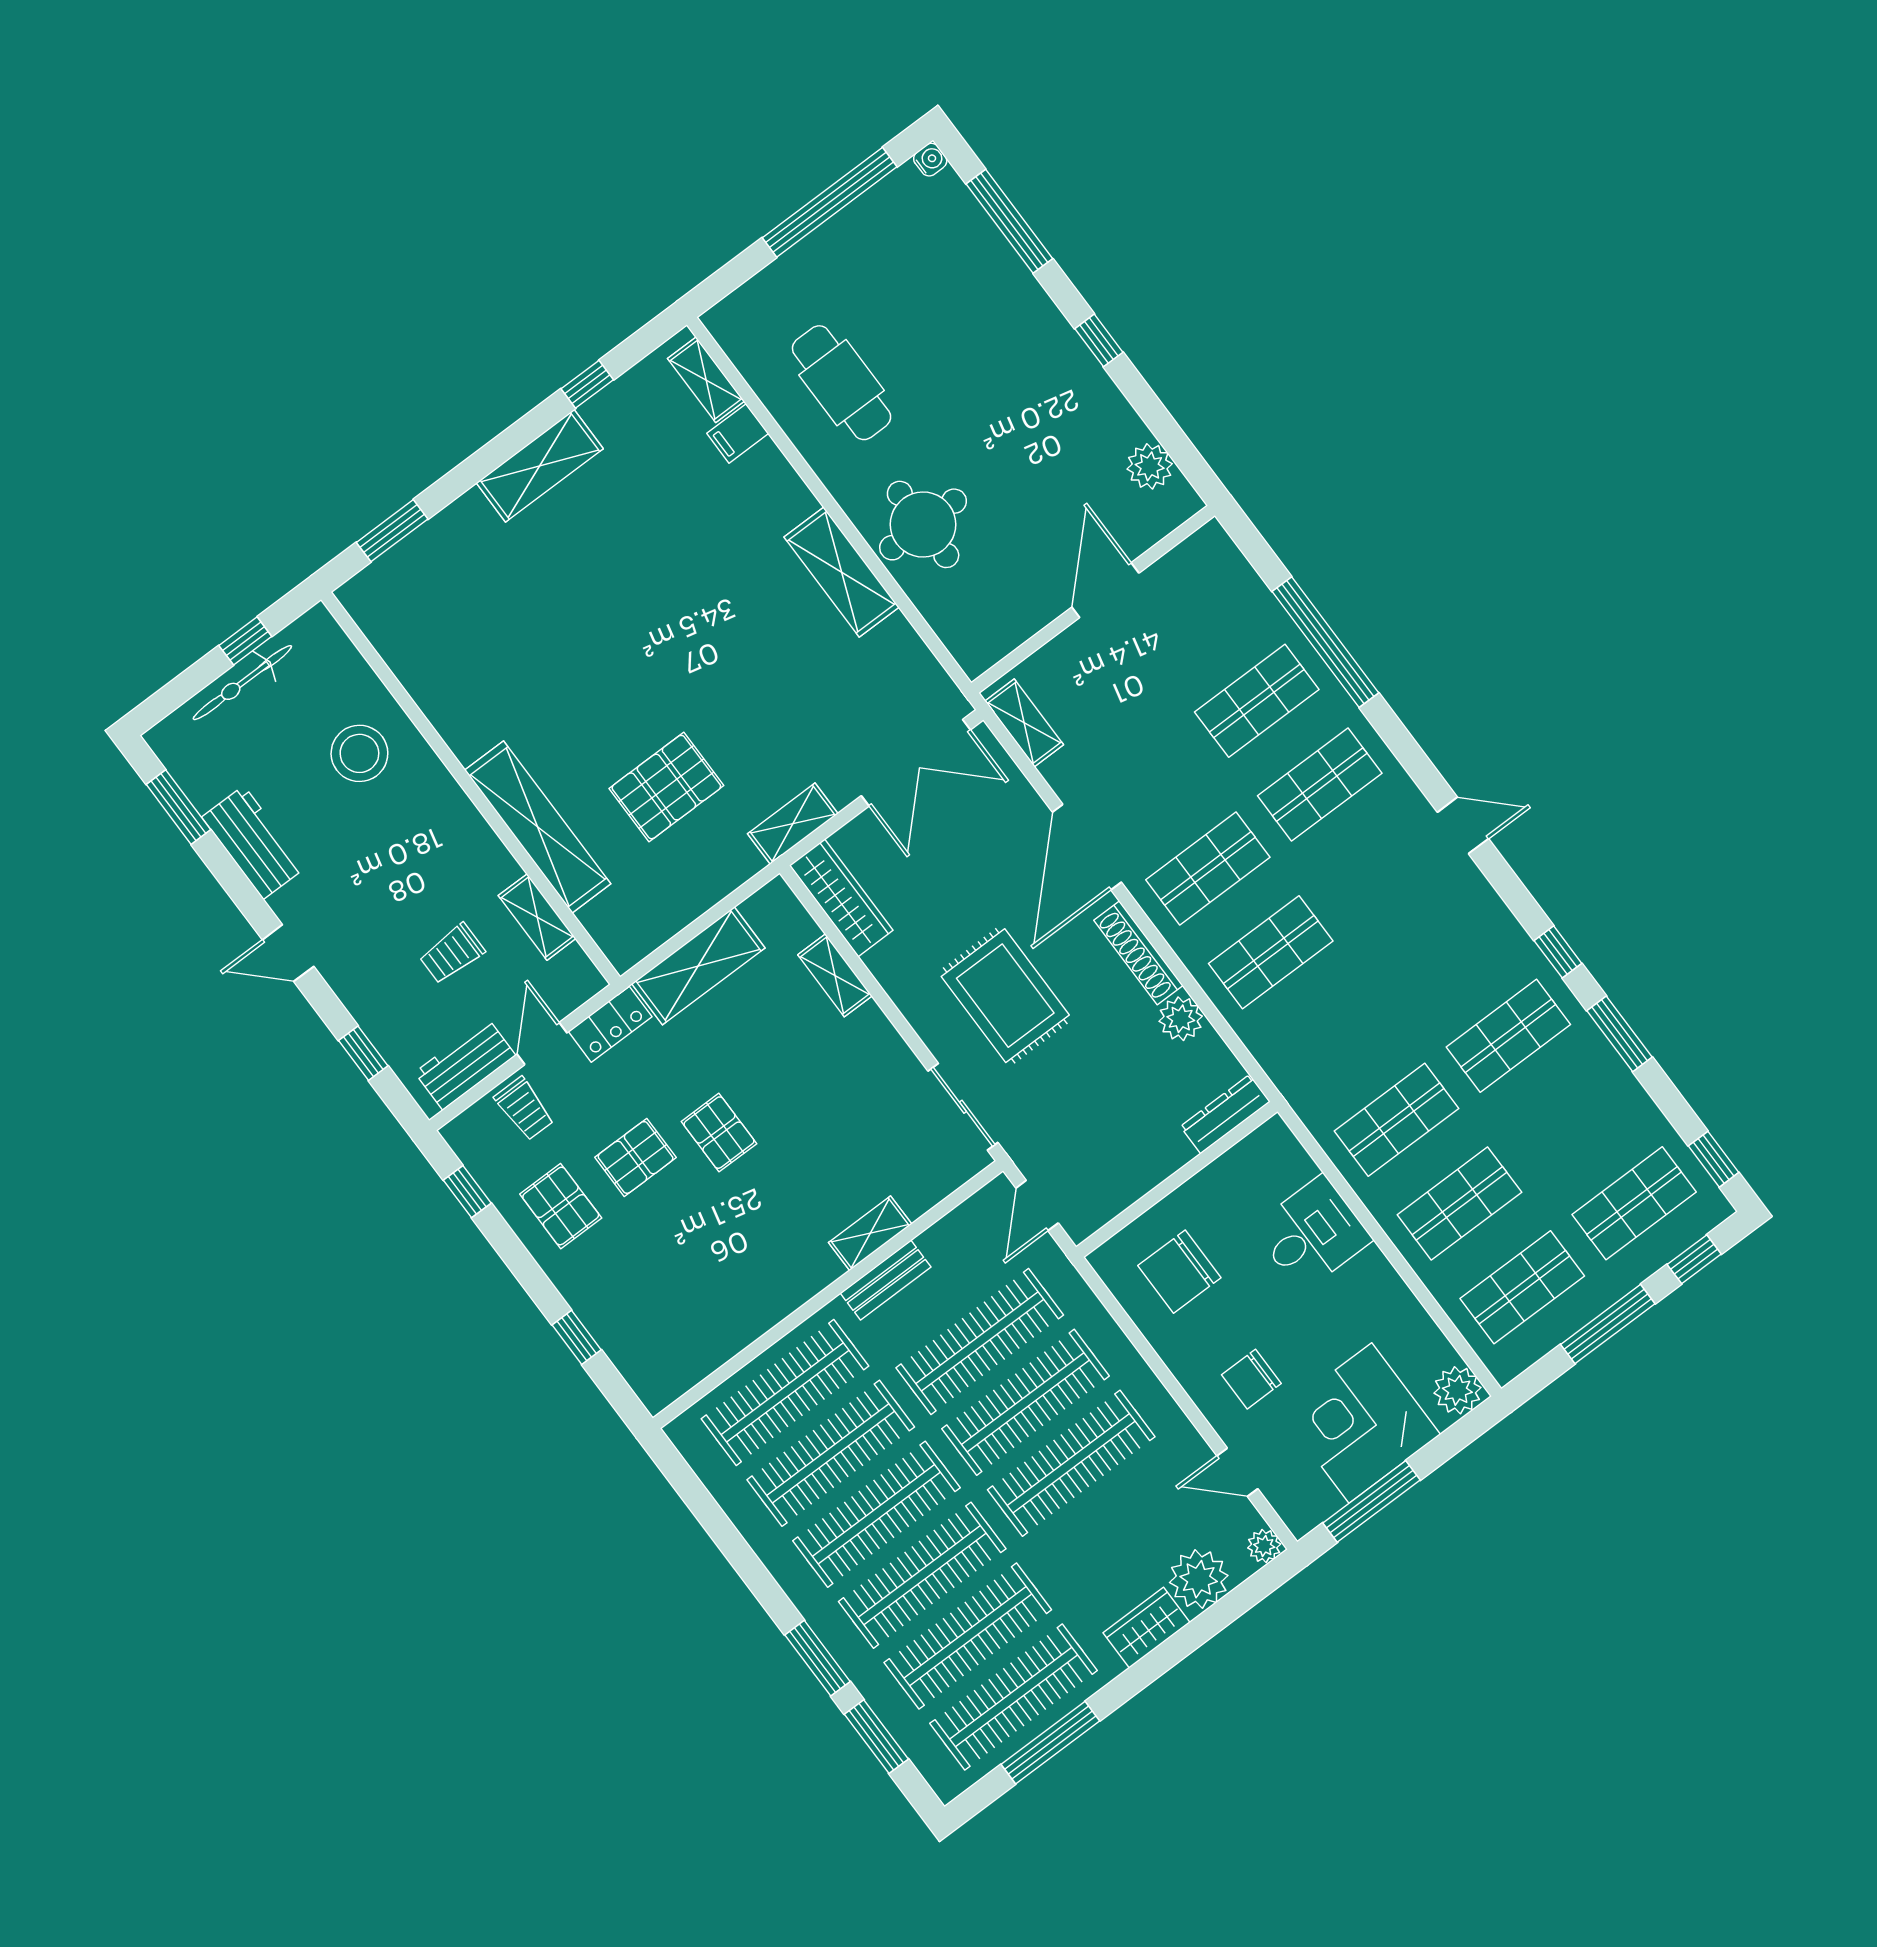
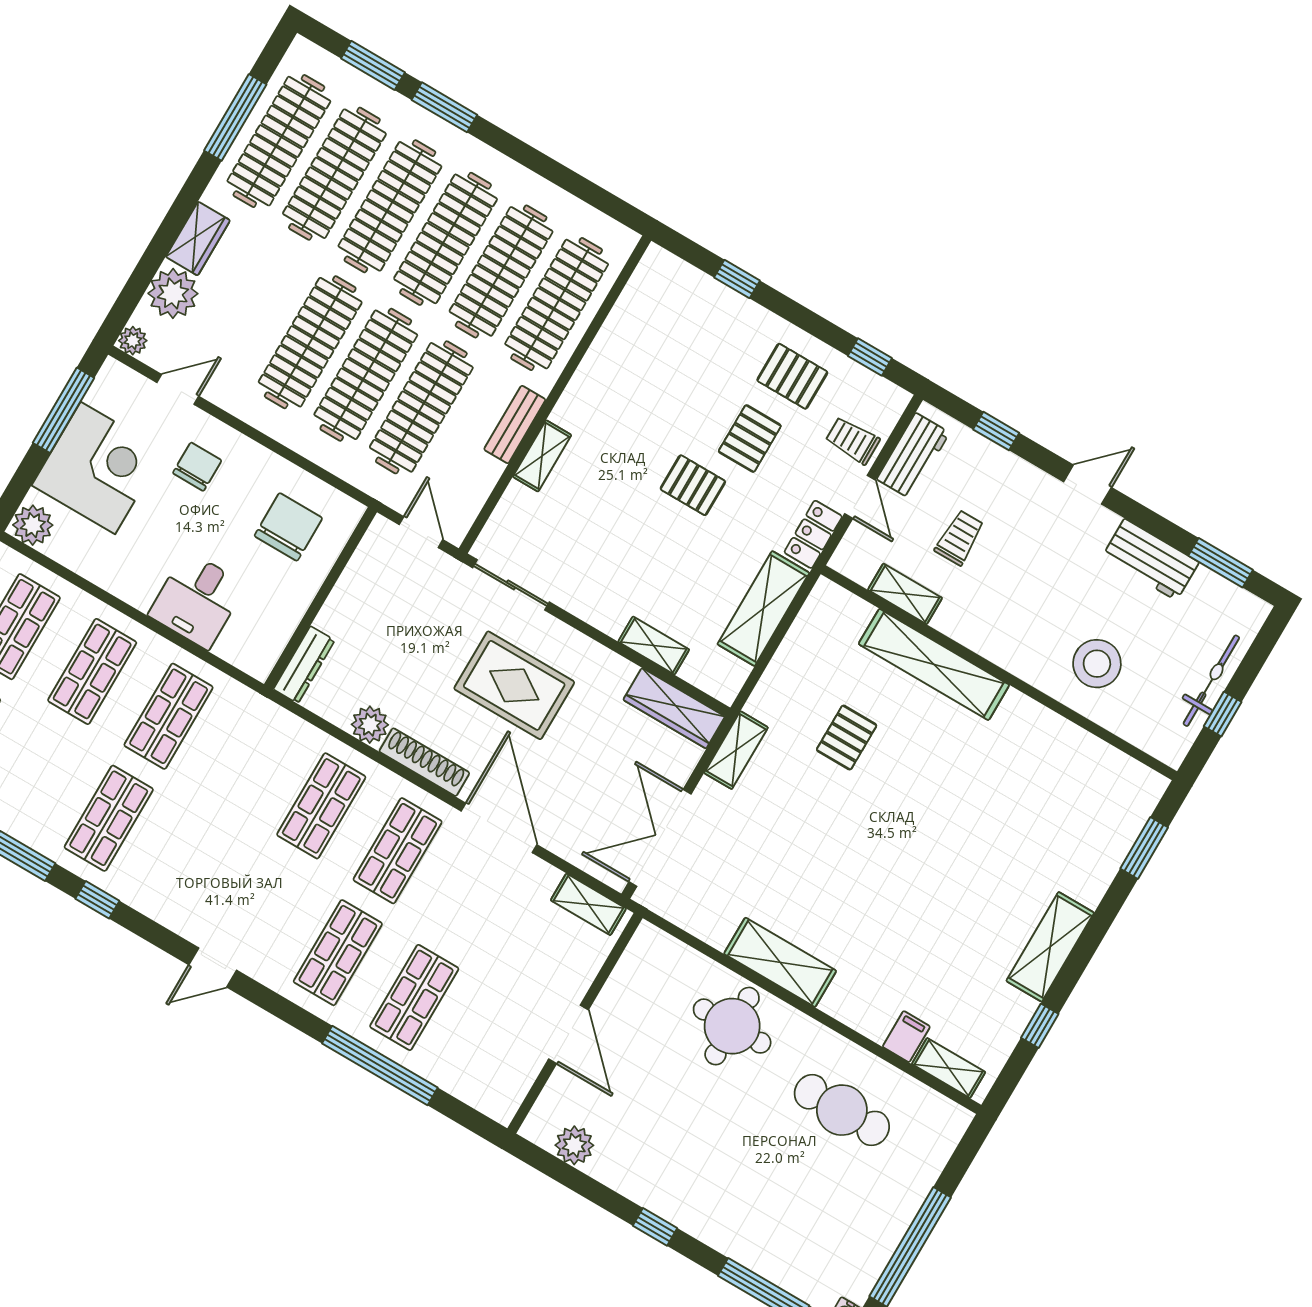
pallet: (666, 787) -> (847, 738), width x0.67, depth x0.71

